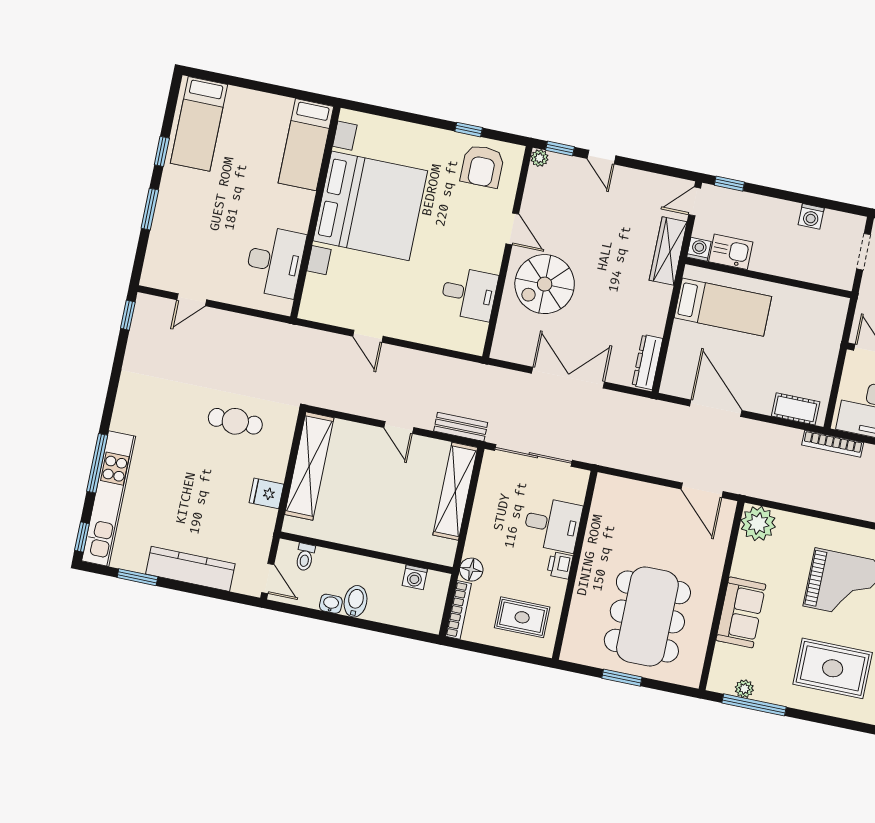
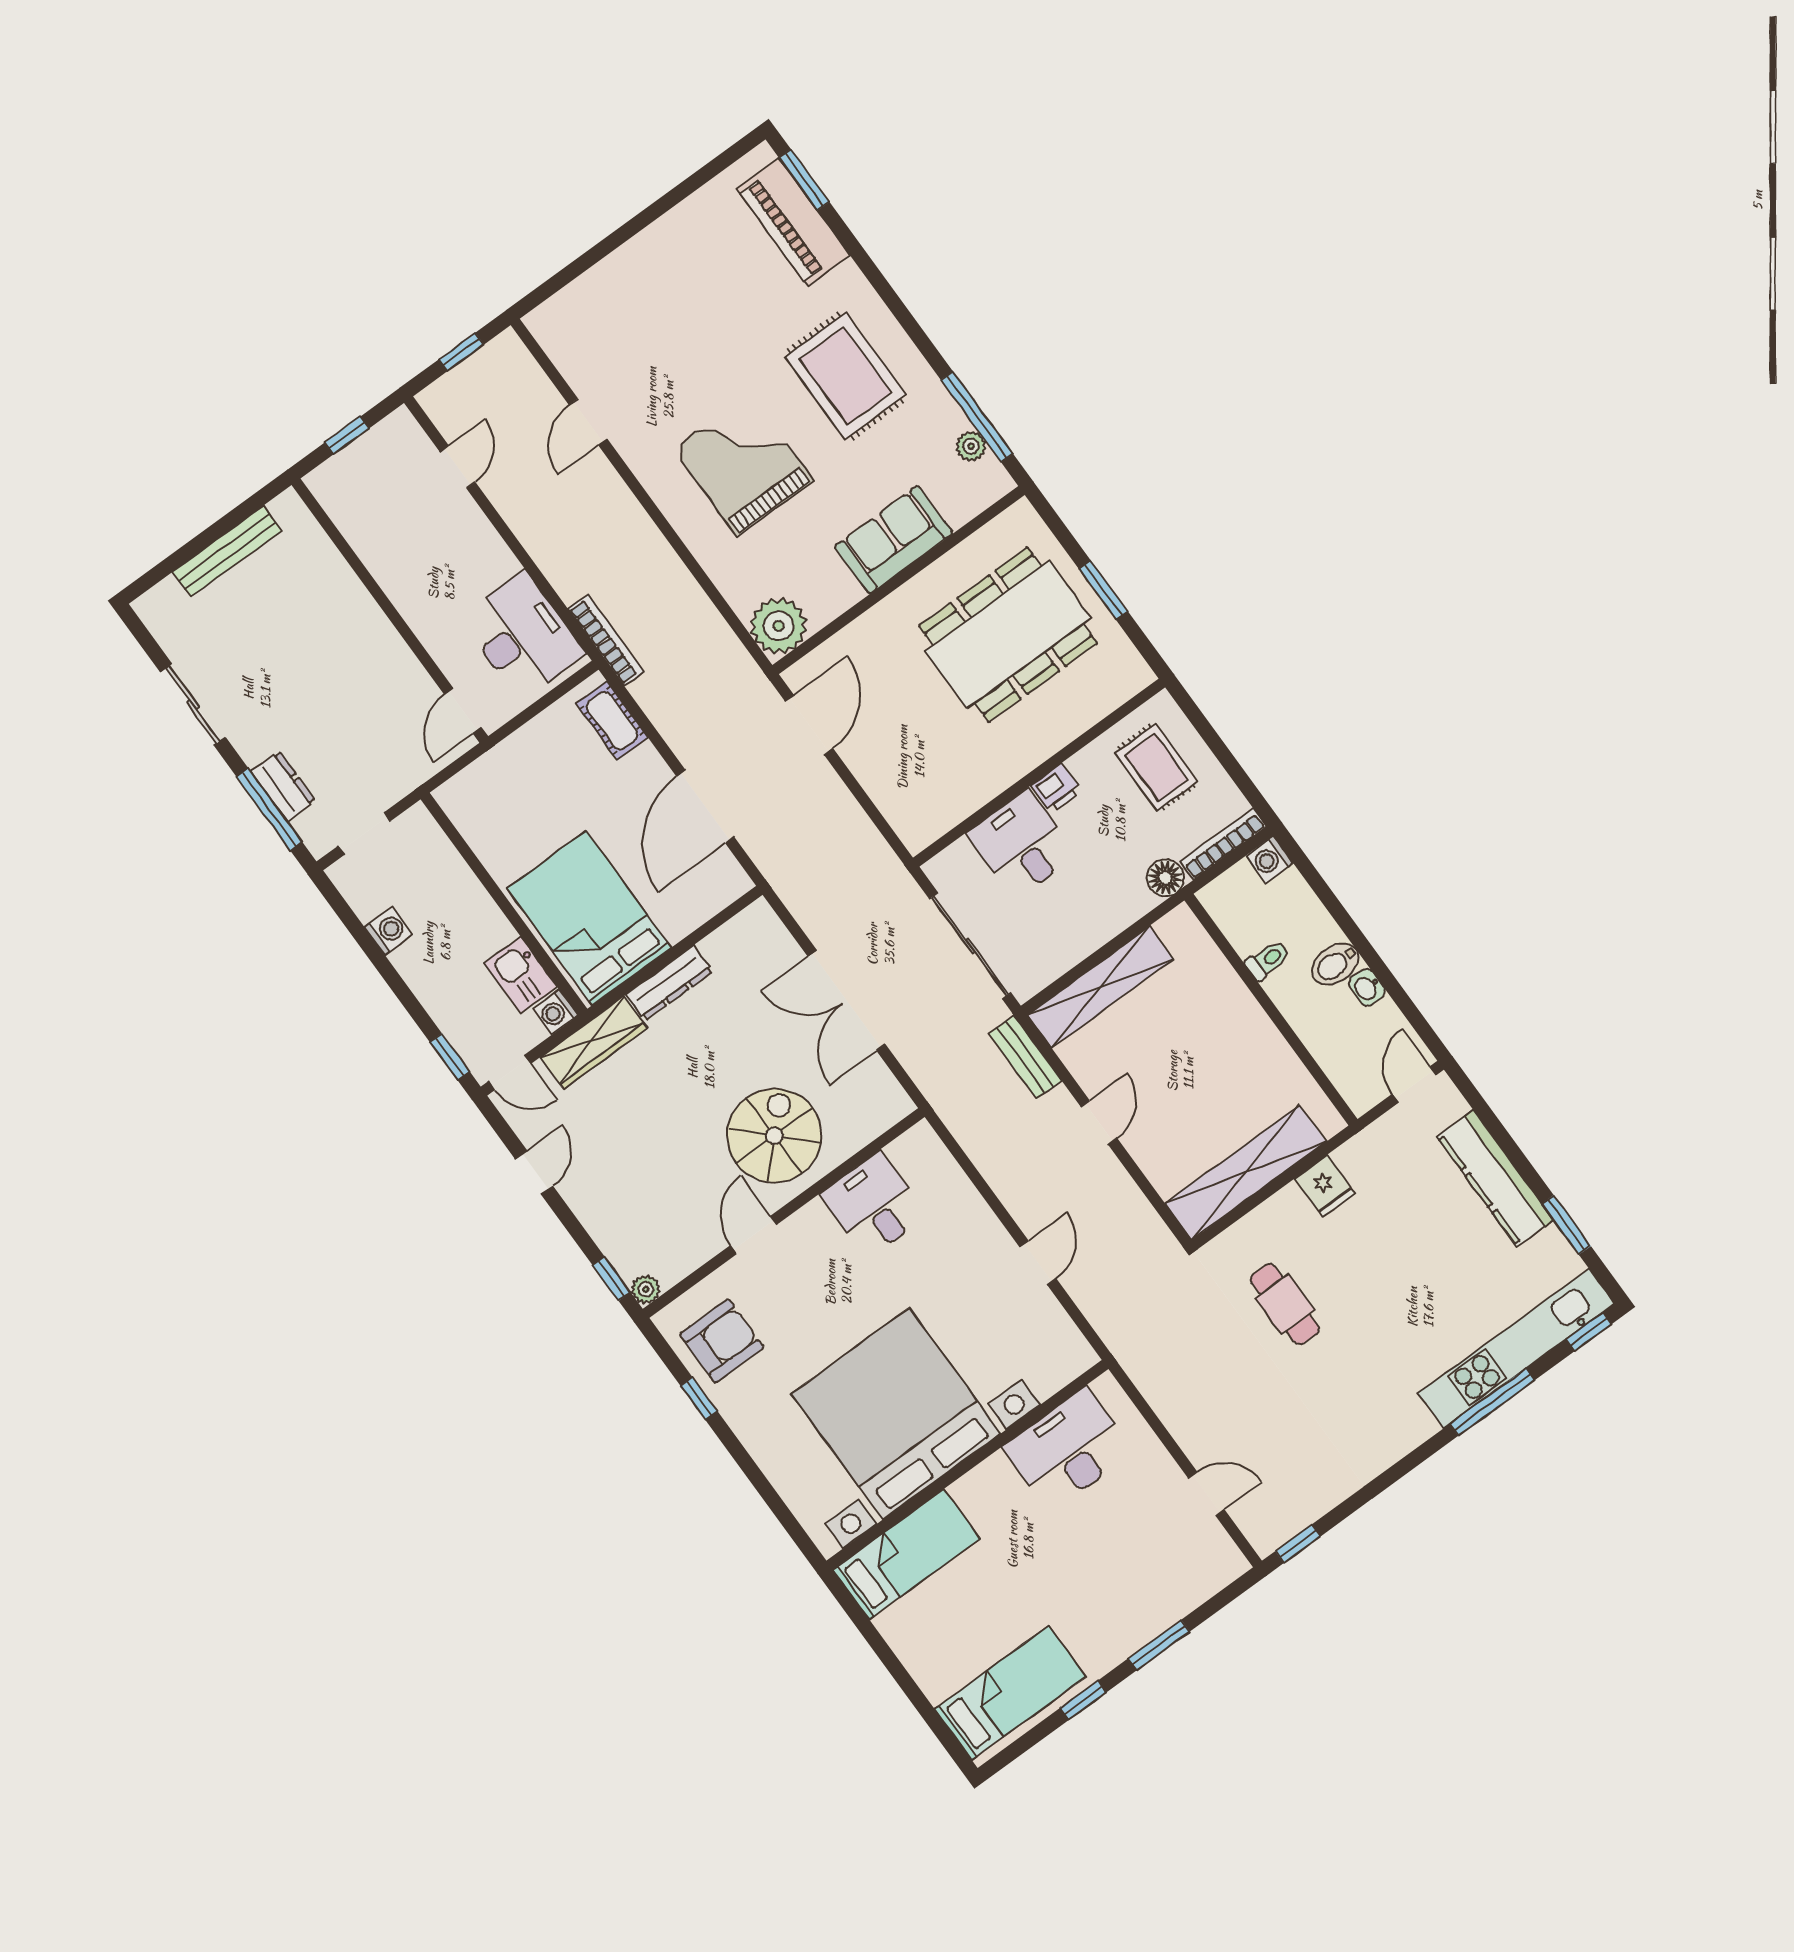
door: (601, 157) -> (534, 1173), moved
spiral stairs: (545, 284) -> (774, 1136), turned -90
bed: (723, 307) -> (589, 918), width x1.50
dresser: (647, 362) -> (669, 983), moved
toilet: (305, 557) -> (1268, 960), moved
washing machine: (415, 577) -> (1270, 859), moved, turned 180

